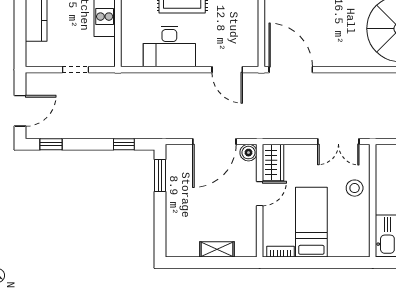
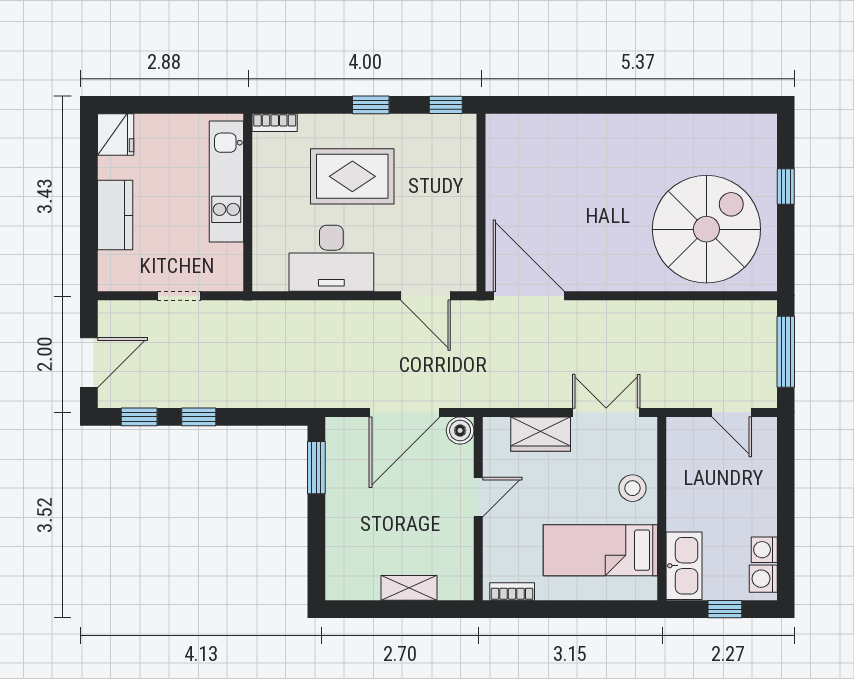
double door: (338, 141) -> (606, 412), swing flipped
window: (124, 144) -> (199, 417), moved
wardrobe: (273, 162) -> (541, 434), moved, turned 90
bed: (311, 222) -> (600, 550), moved, turned -90

